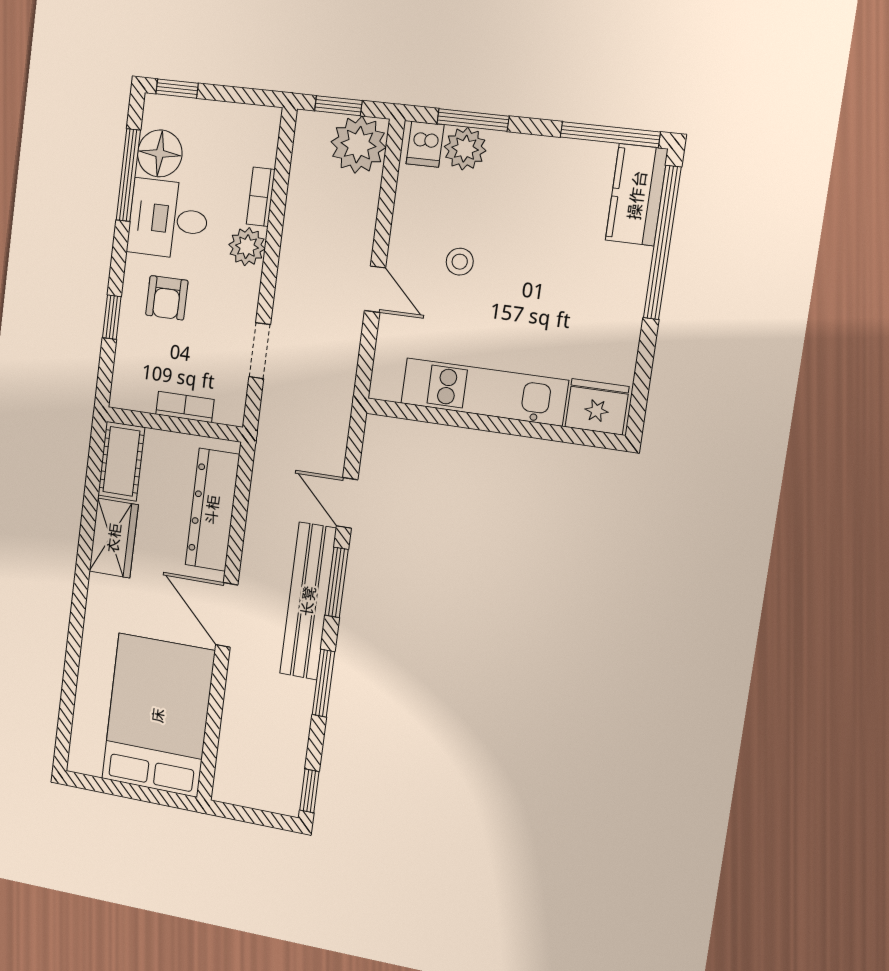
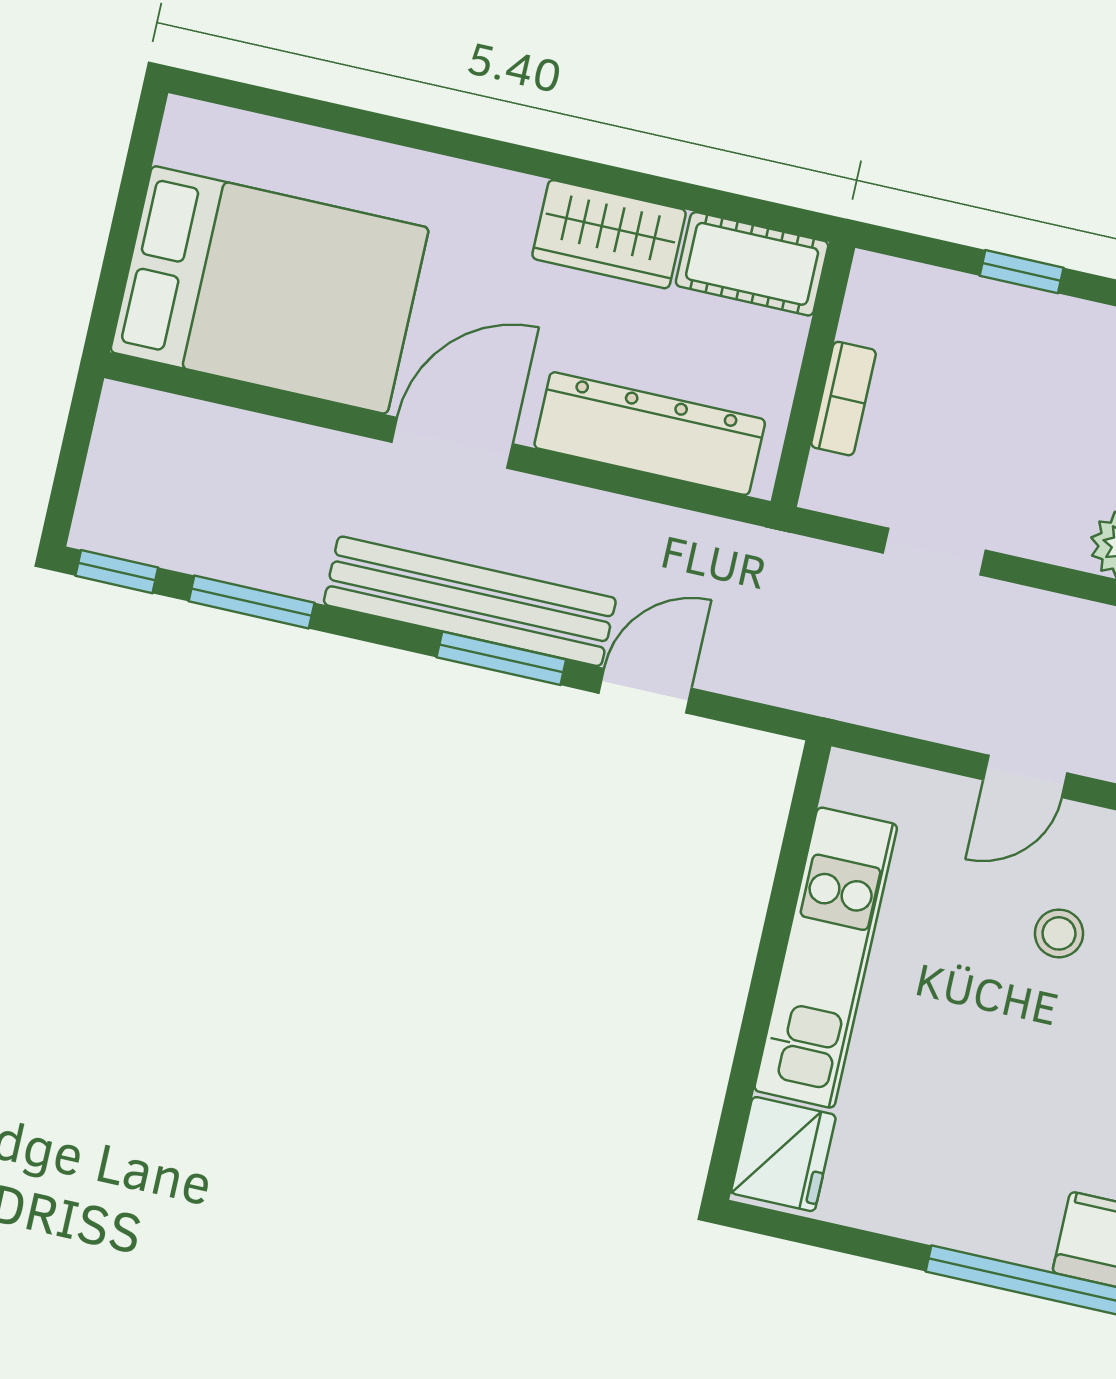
armchair: (167, 298) -> (1047, 383), removed
window: (323, 683) -> (252, 602), moved

